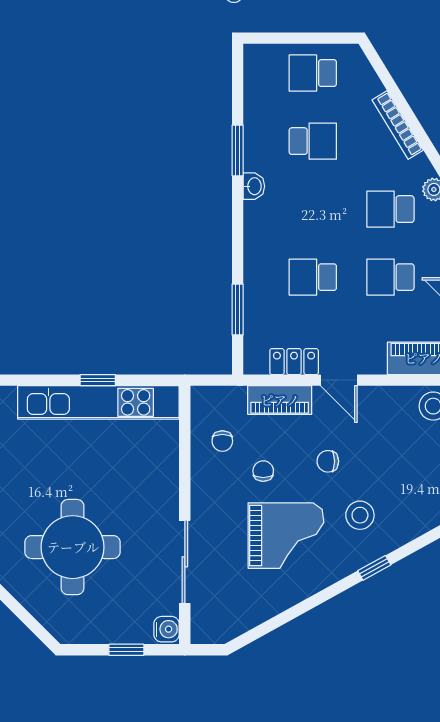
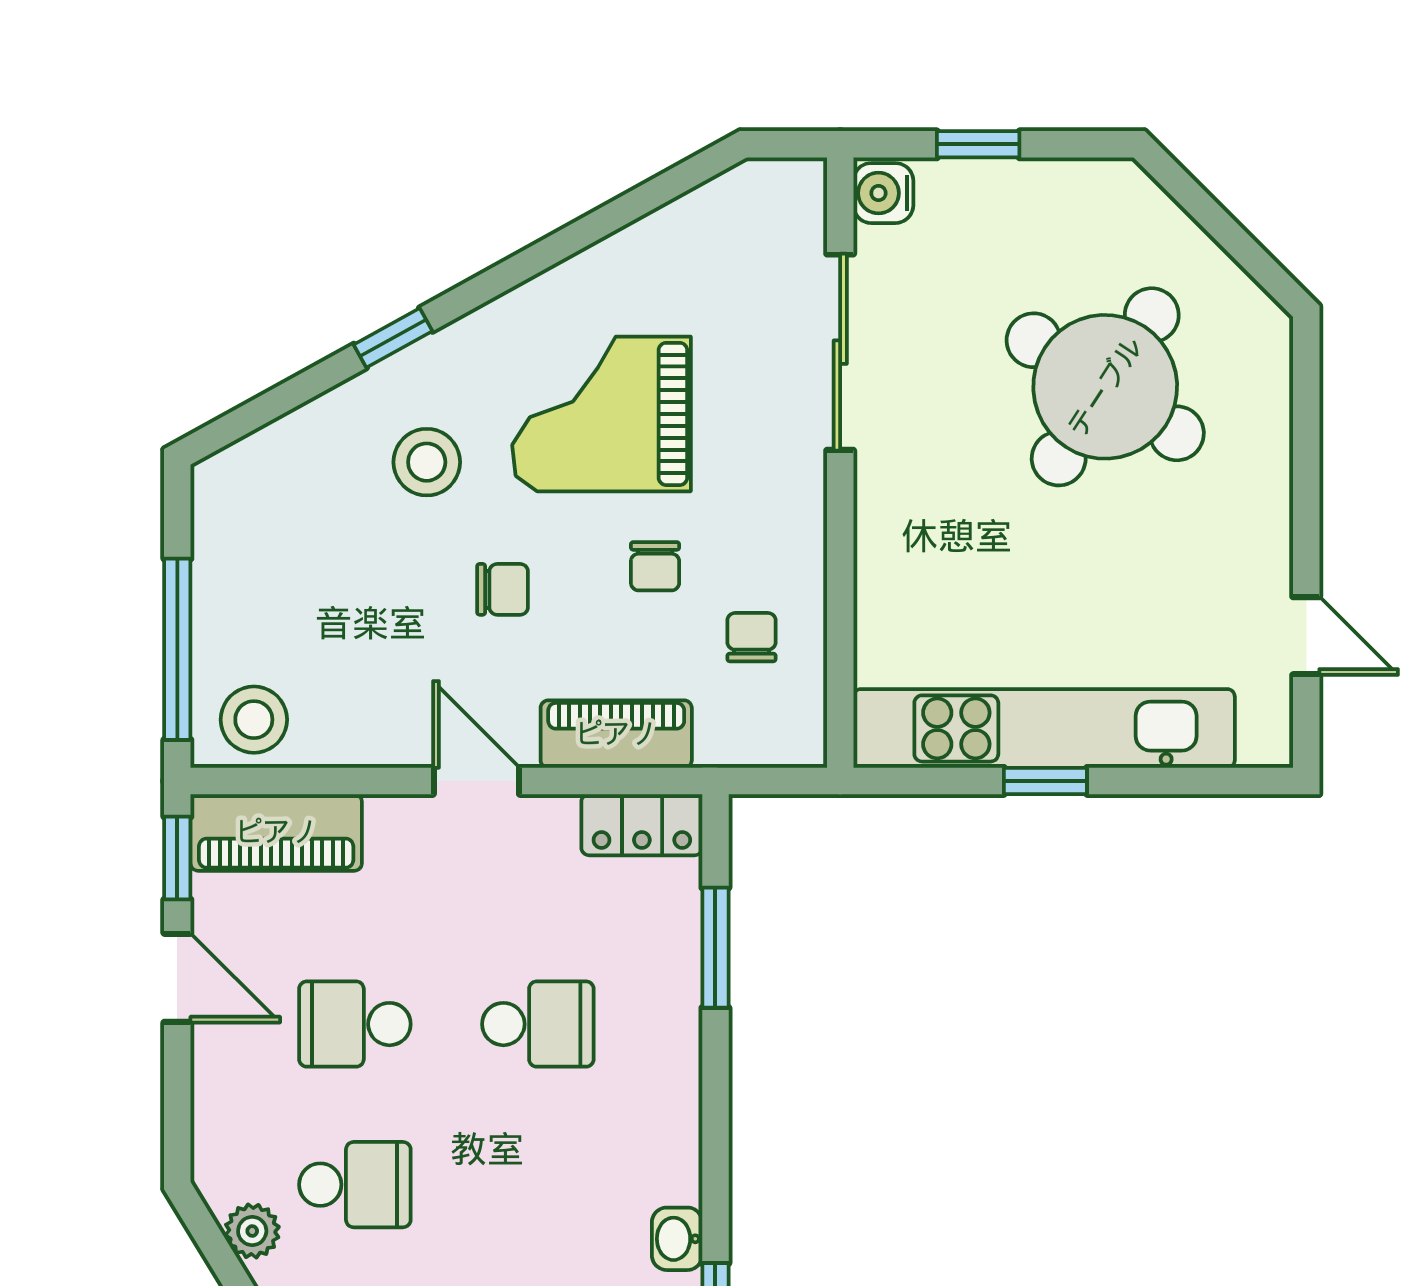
school desk: (390, 277) -> (355, 1024), turned 180
locker: (294, 362) -> (642, 825), moved
round table: (73, 547) -> (1105, 387), turned 33

